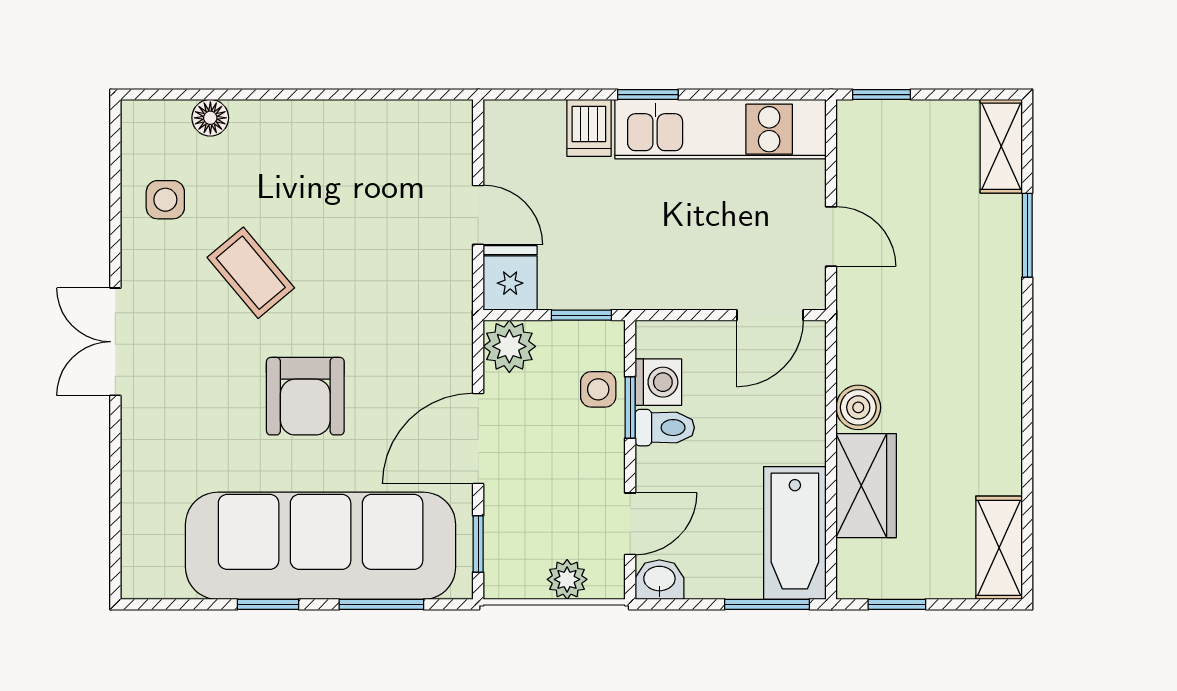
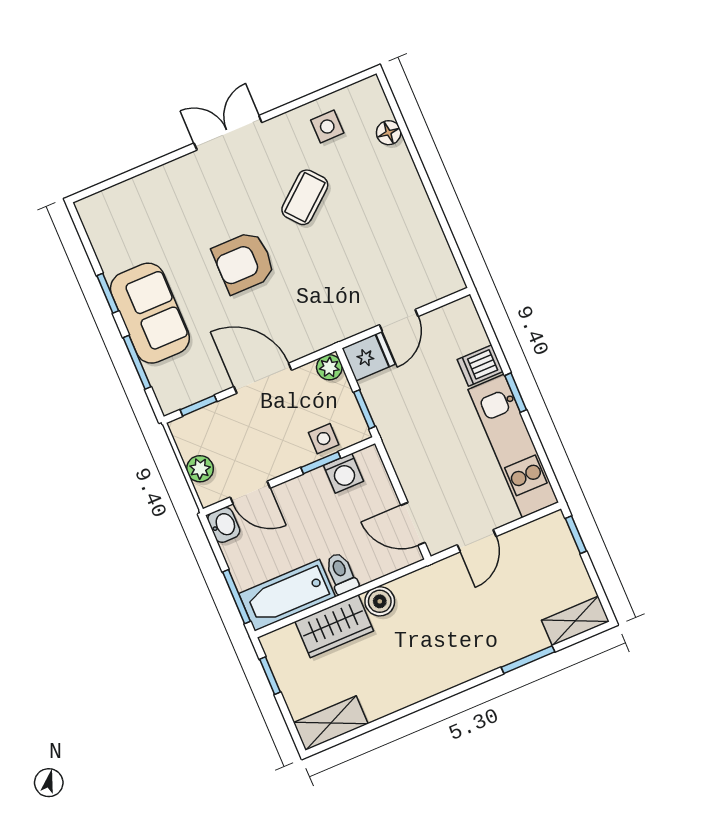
plant: (509, 346) -> (329, 367), width x0.73, depth x0.73
toilet: (665, 428) -> (341, 573), moved, turned 180
sofa: (321, 546) -> (150, 313), width x0.54, depth x0.79

